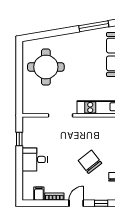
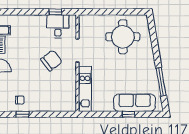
desk: (35, 159) -> (58, 26), moved
chair: (90, 162) -> (51, 60), moved

